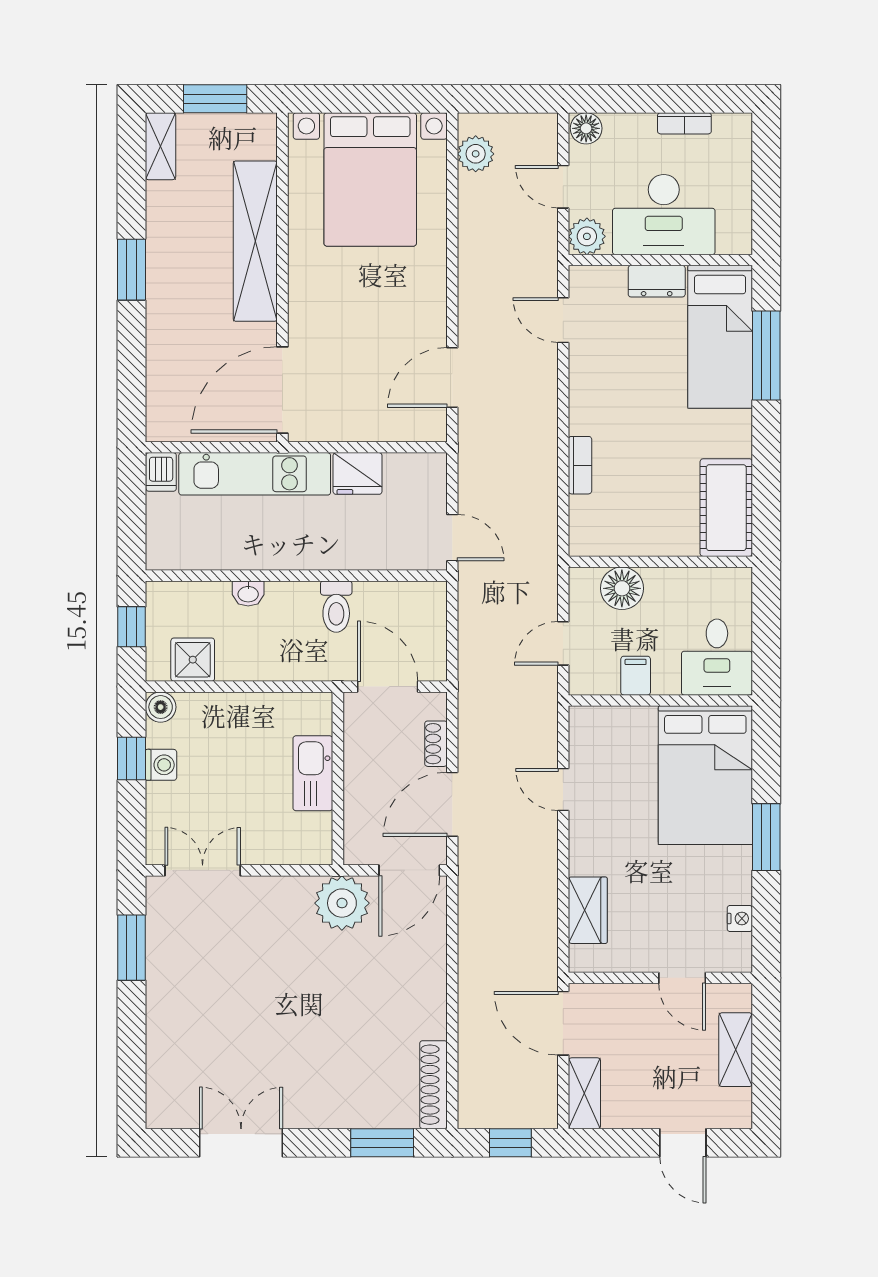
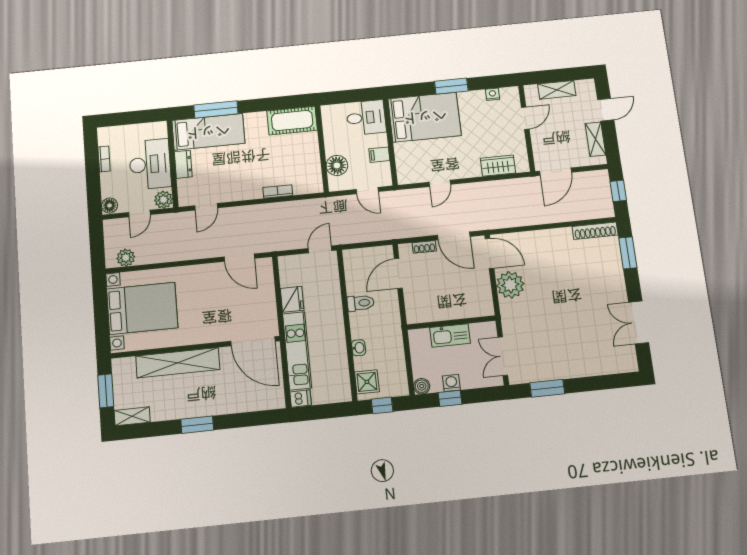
shower: (193, 660) -> (367, 382), moved
kitchen sink: (313, 773) -> (450, 335), moved
wall: (338, 778) -> (451, 323), moved
shelving: (584, 1093) -> (595, 139), moved, turned 90

